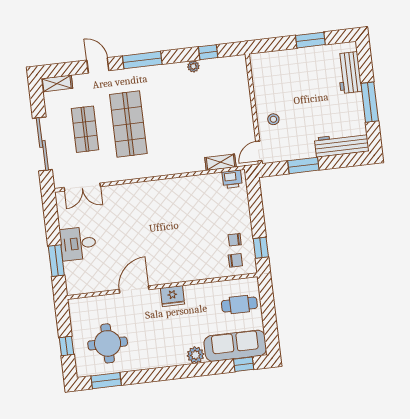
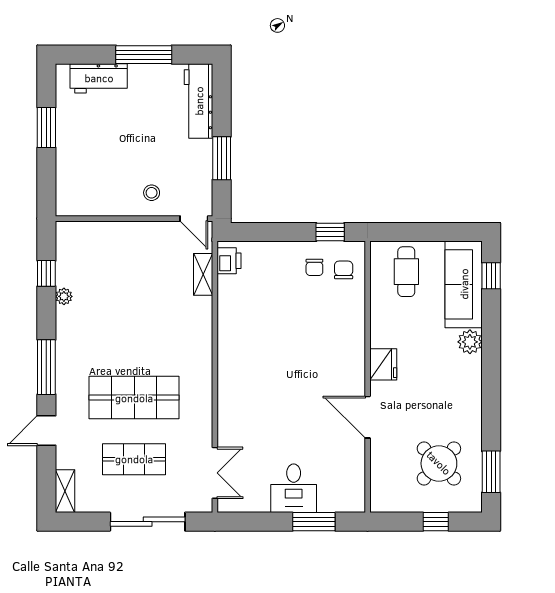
round table: (108, 343) -> (439, 463), turned 45

